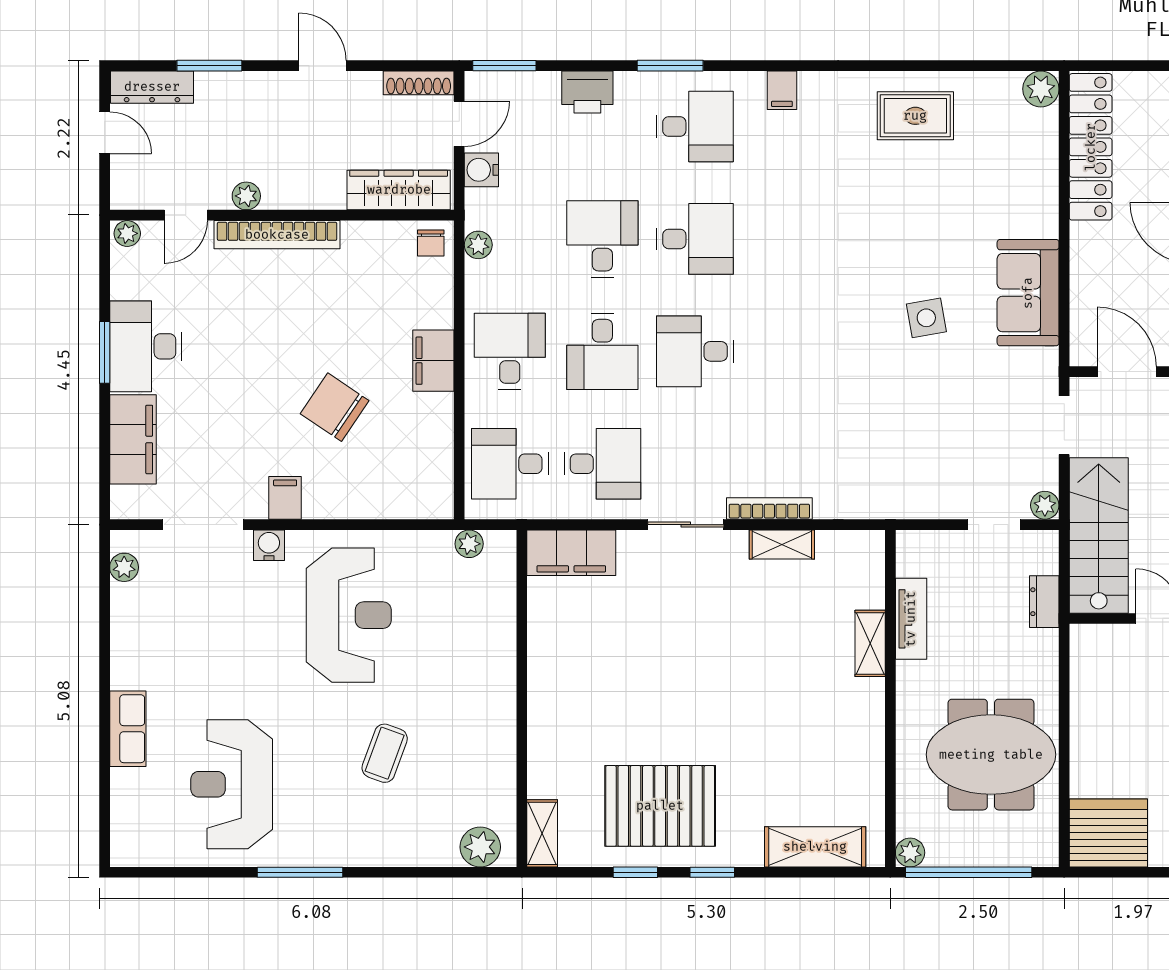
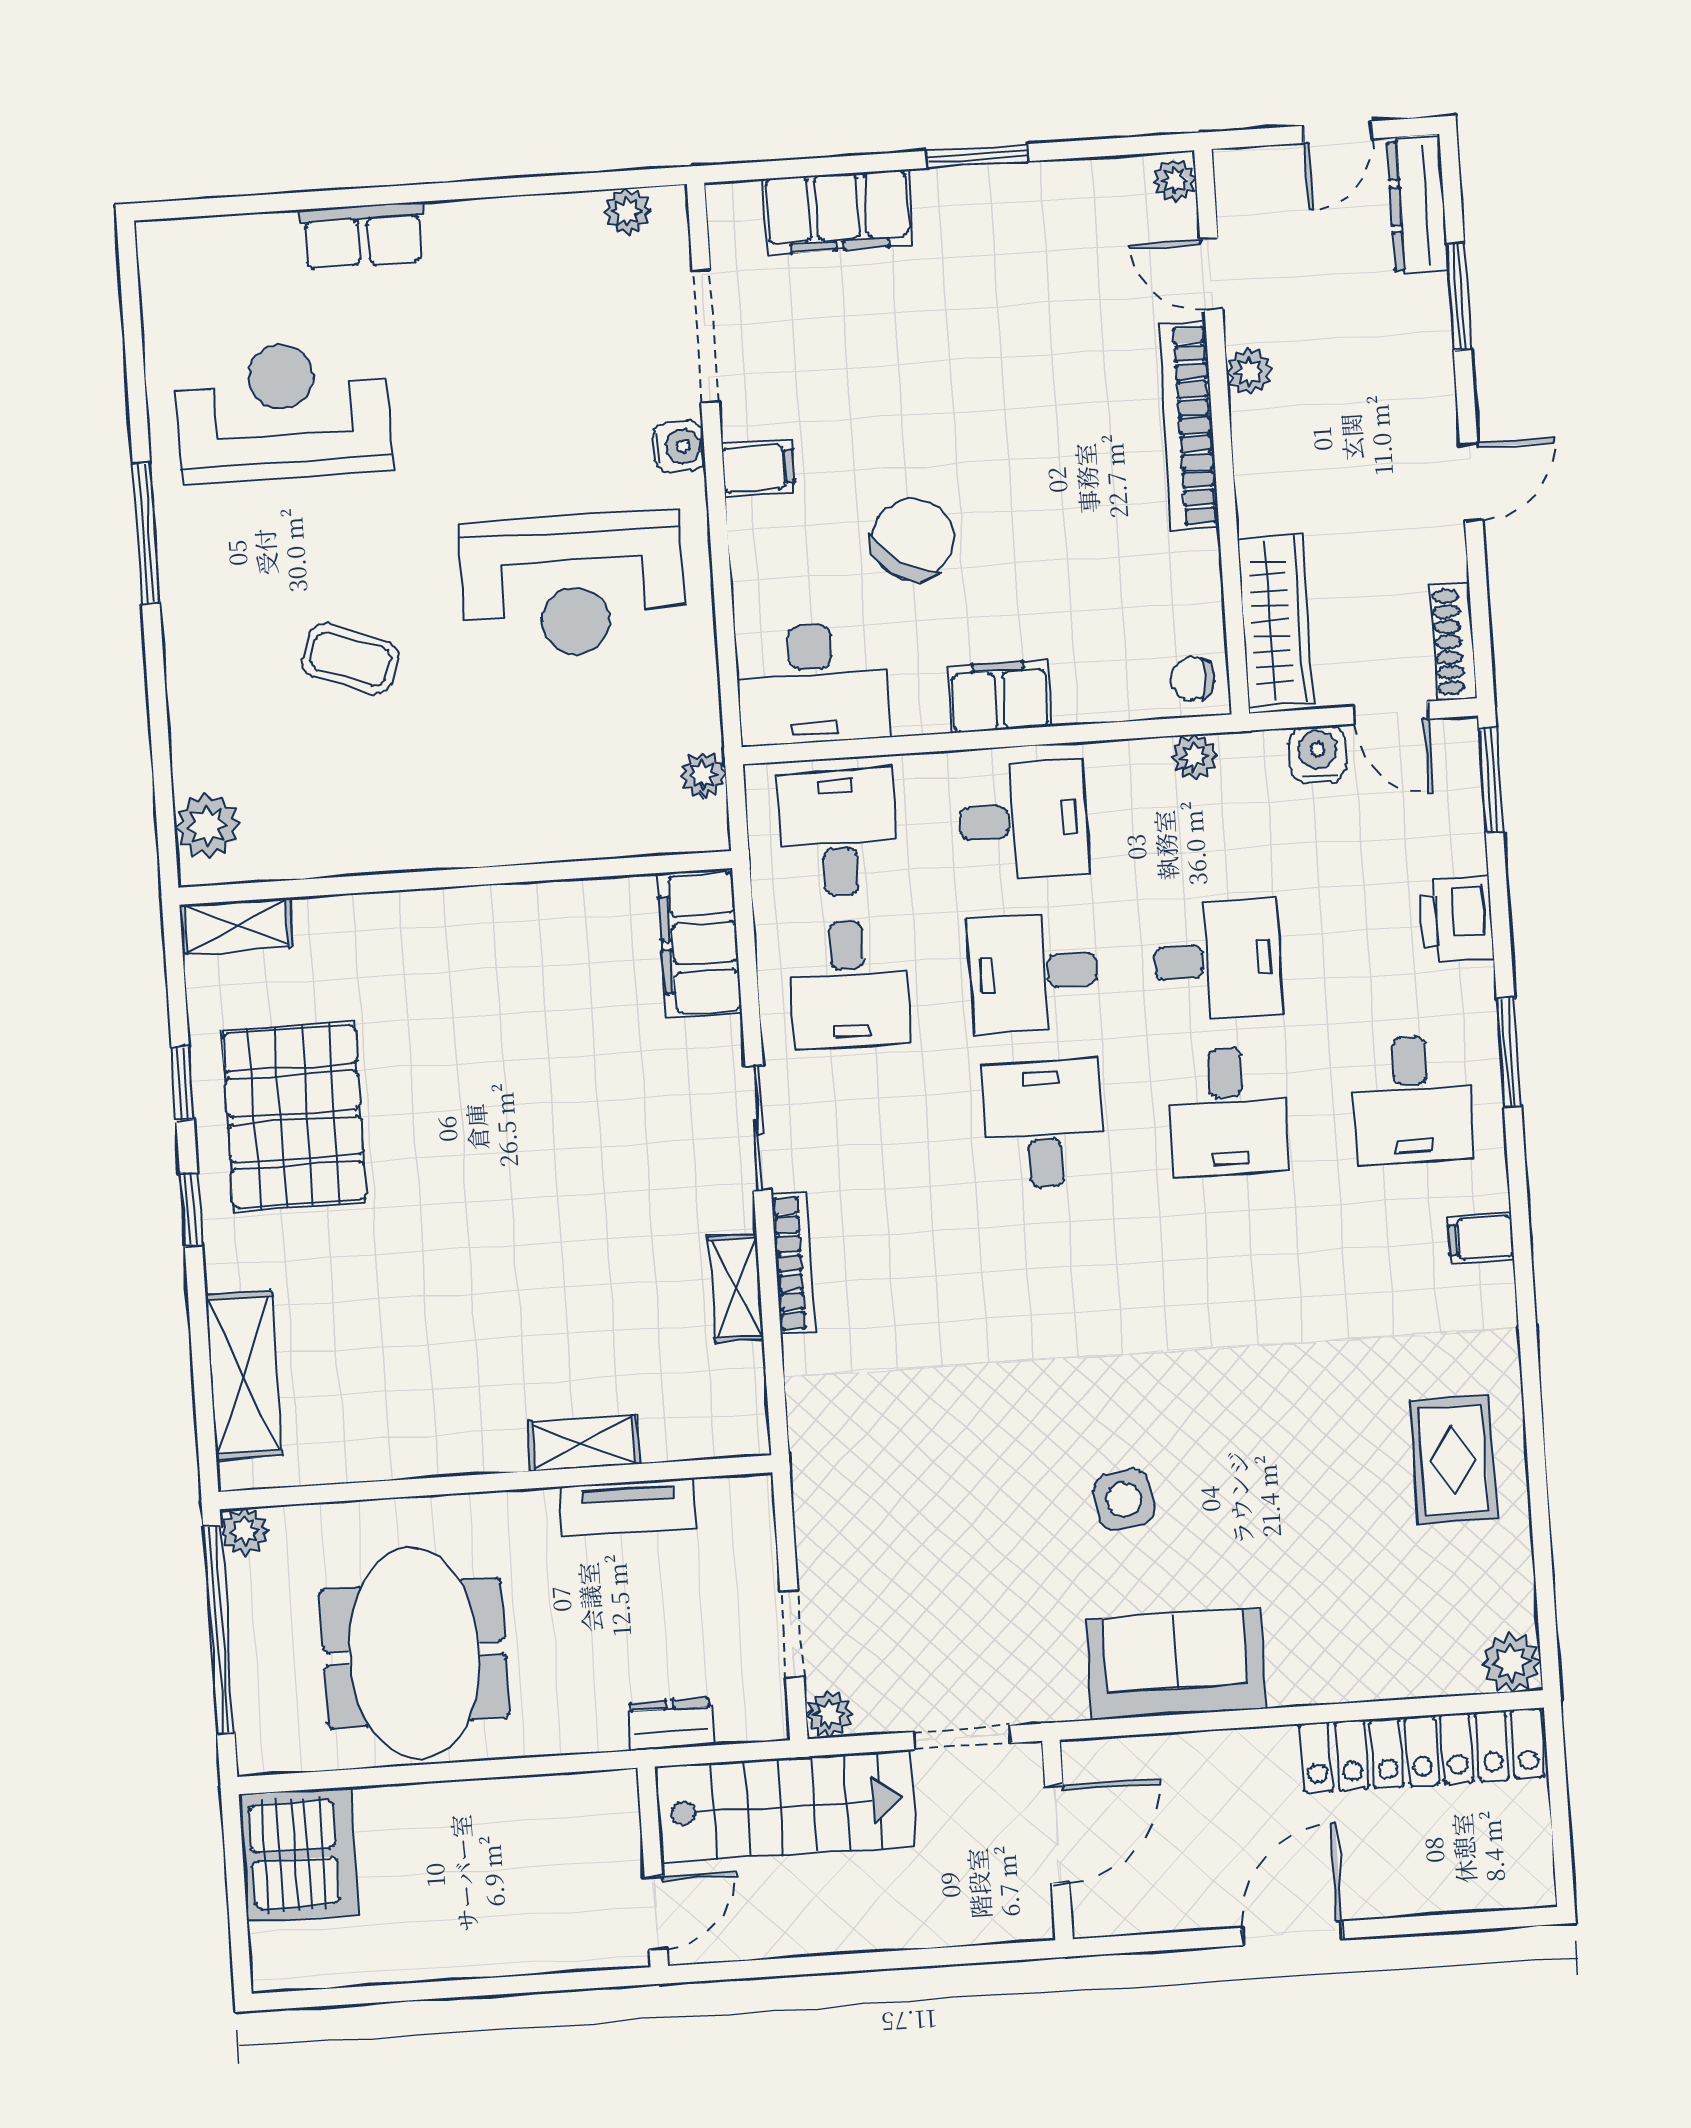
desk: (146, 346) -> (812, 683), moved, turned 180

